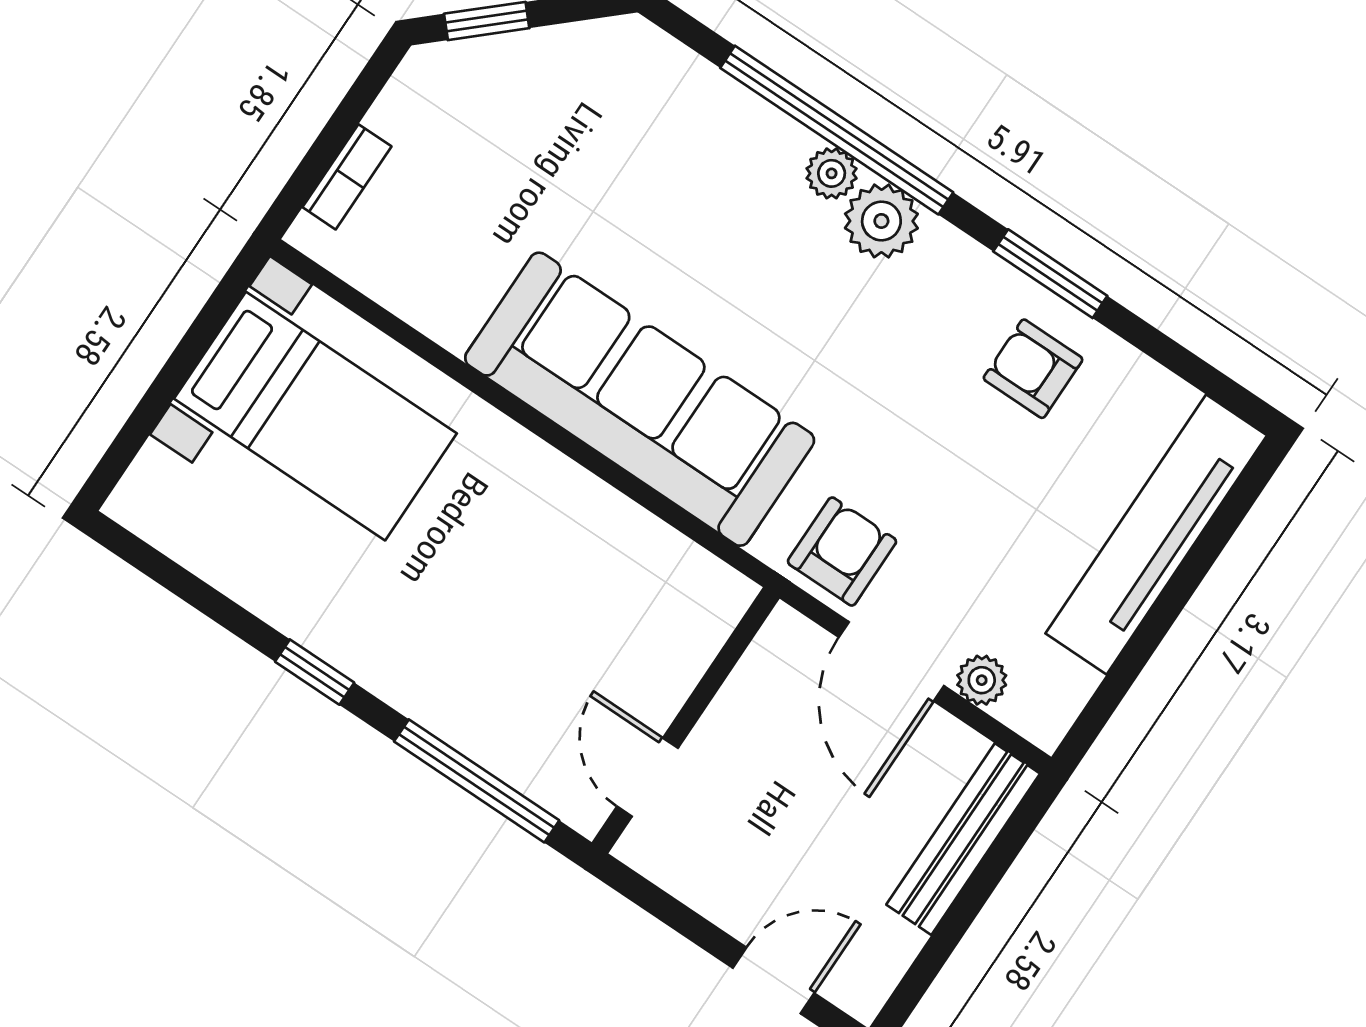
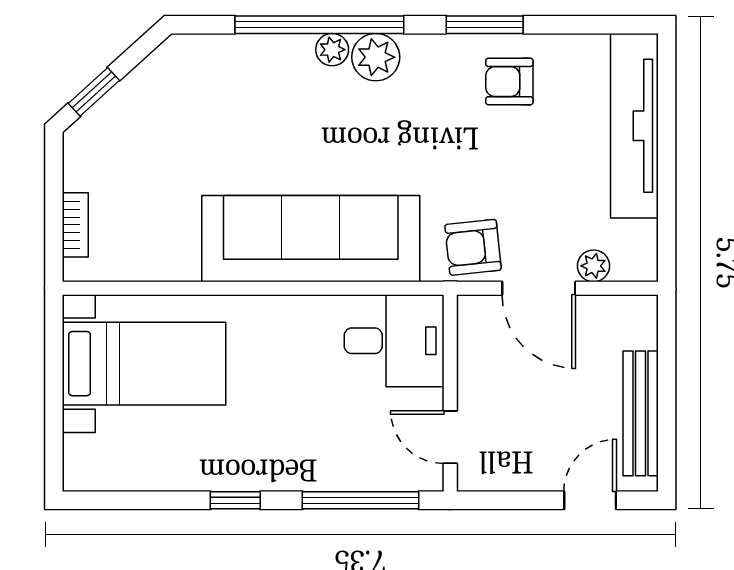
armchair: (842, 552) -> (473, 247), turned -96
desk: (659, 604) -> (394, 341), added
bench: (963, 839) -> (641, 413), moved

